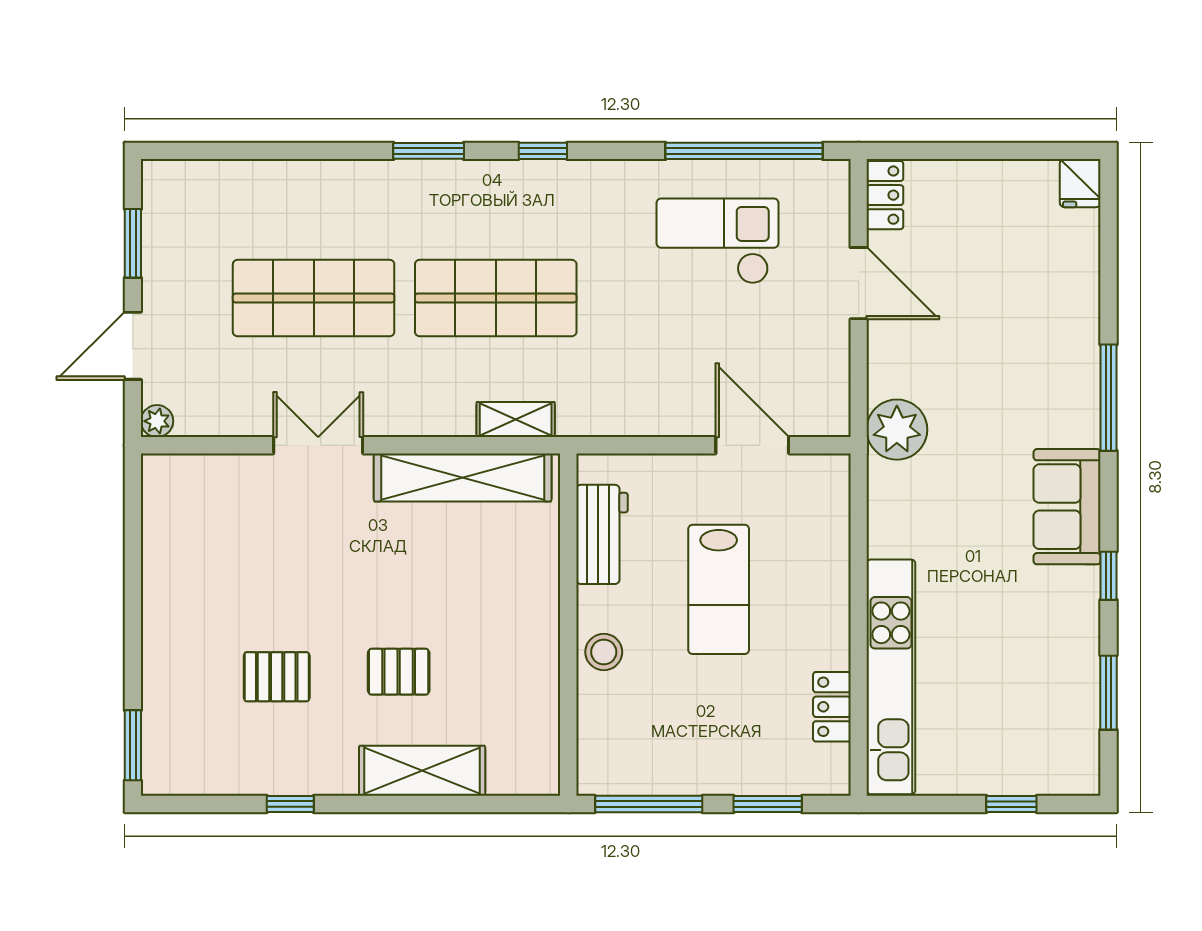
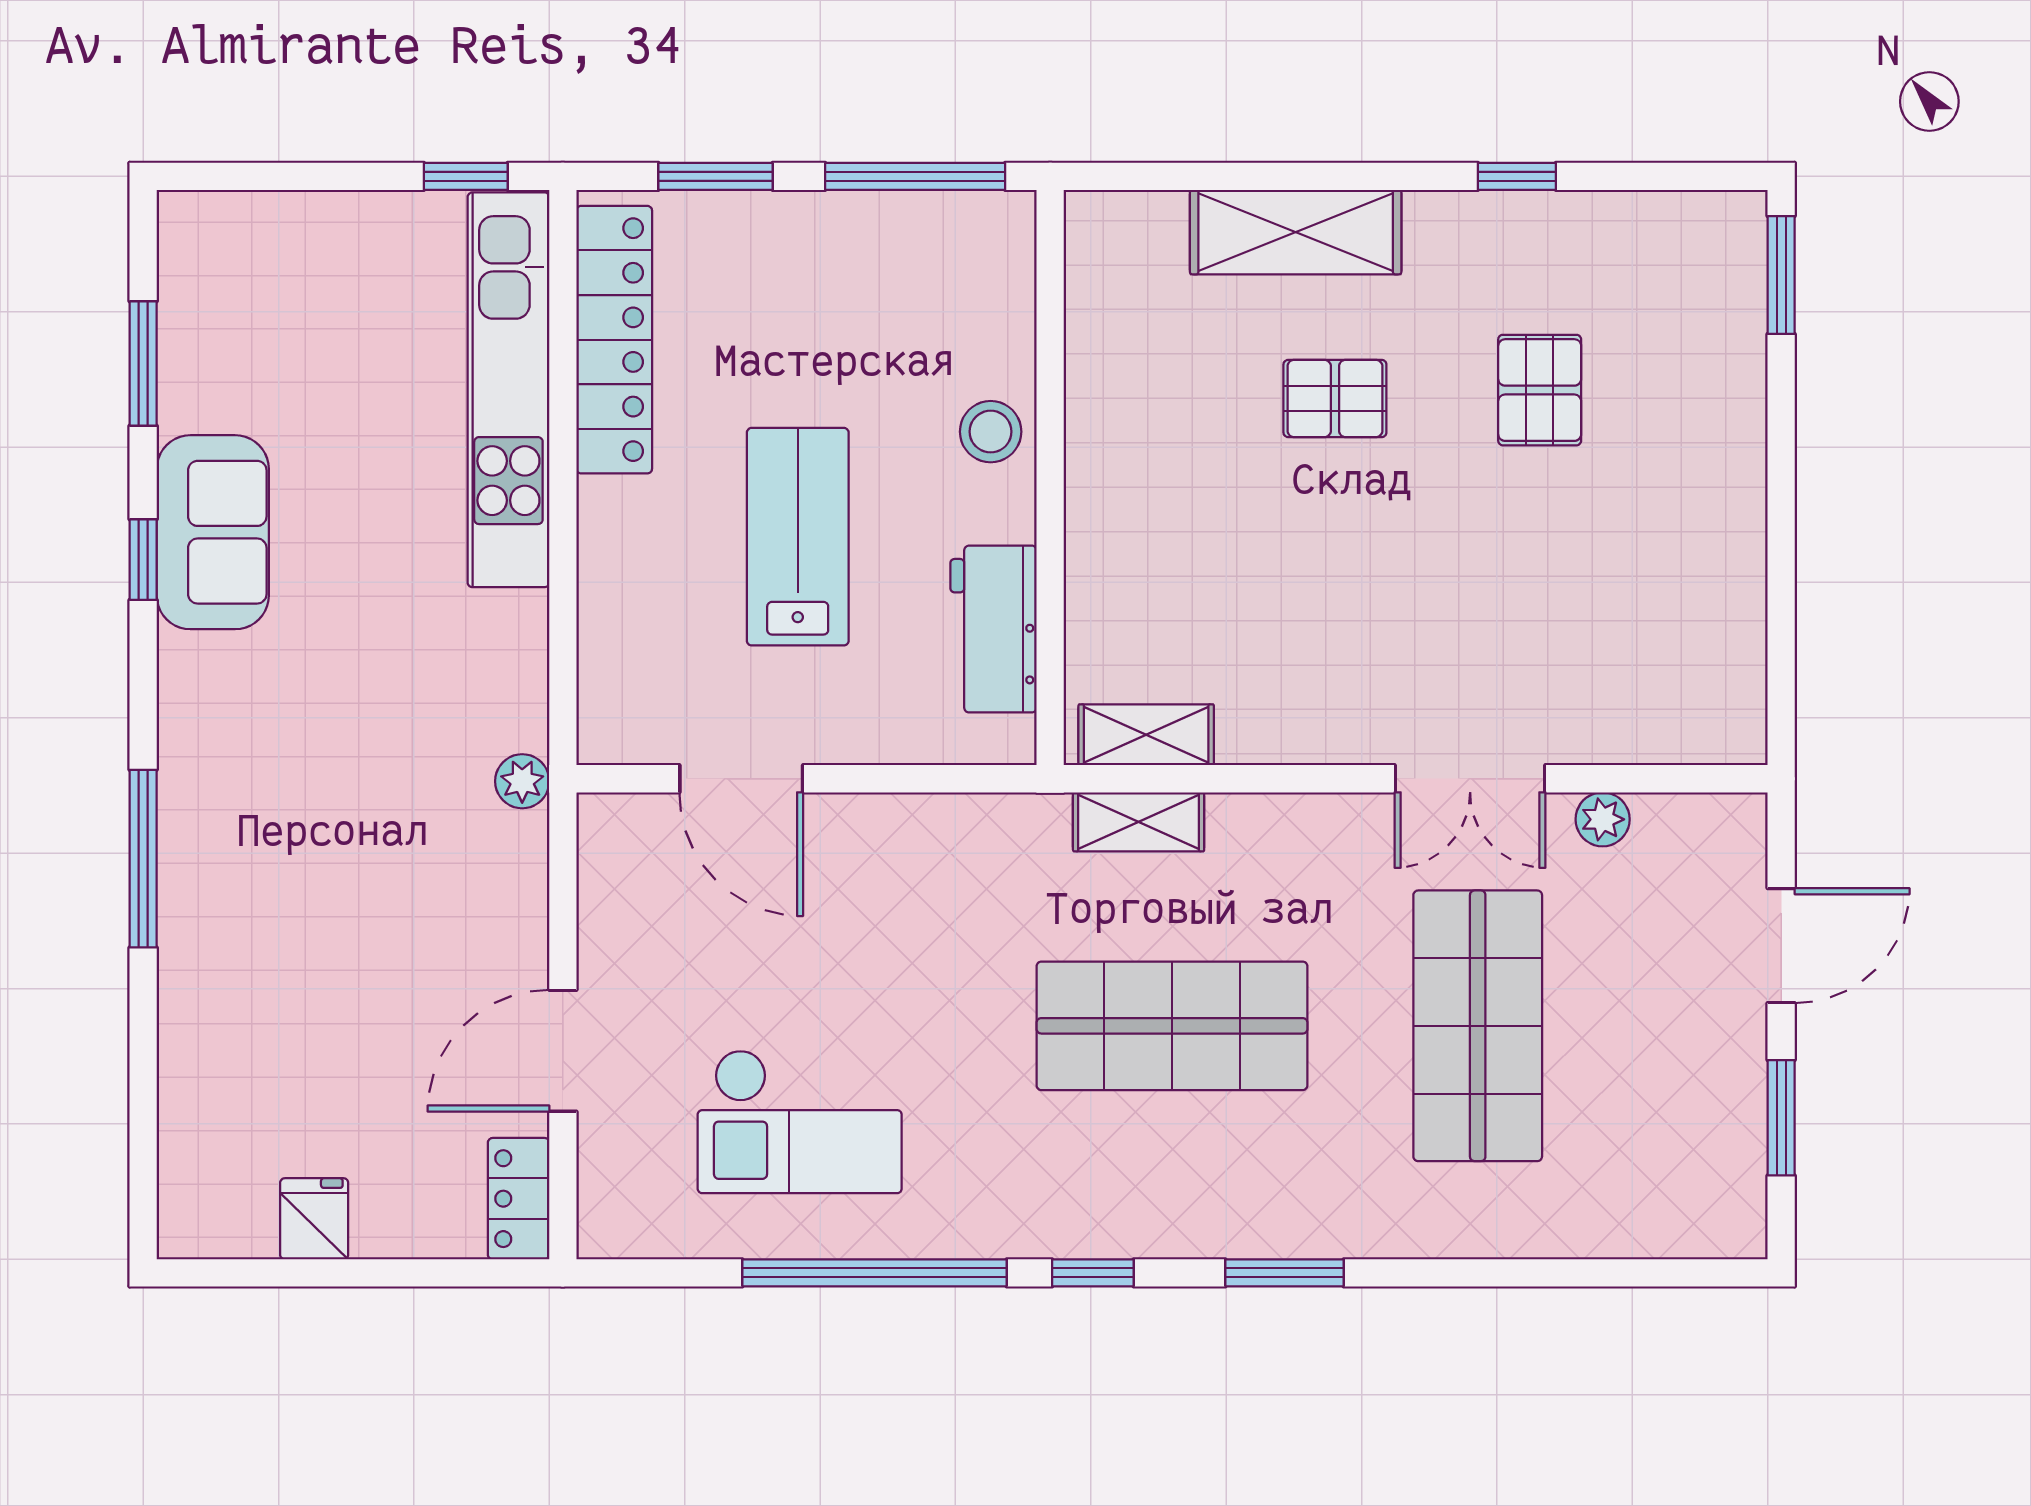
window: (744, 151) -> (875, 1273), moved
fridge: (1080, 183) -> (314, 1219), moved
door: (859, 283) -> (563, 1051), hinge flipped
shop shelf: (314, 298) -> (1478, 1026), turned 90
plant: (157, 421) -> (1603, 819), moved
plant: (897, 430) -> (522, 781), width x0.53, depth x0.53
shelving: (463, 477) -> (1146, 735), width x0.45, depth x0.75
sofa: (1067, 507) -> (213, 532), moved
pallet: (277, 677) -> (1540, 390), turned 90
locker: (832, 707) -> (614, 340), width x2.16, depth x1.21
window: (1011, 804) -> (466, 176), moved

